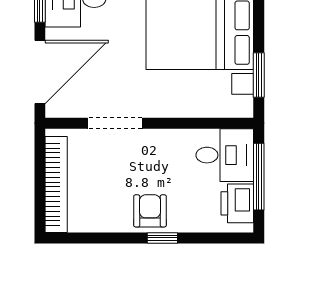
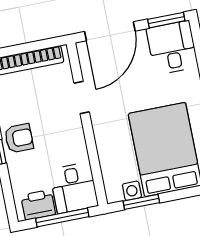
door: (40, 72) -> (110, 31), hinge flipped
doorway: (115, 123) -> (82, 98), width x0.73

